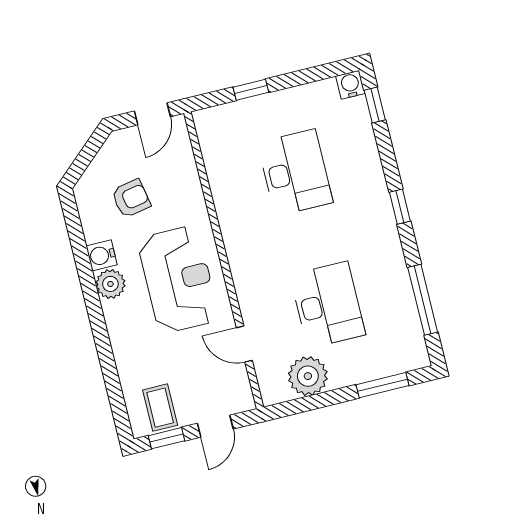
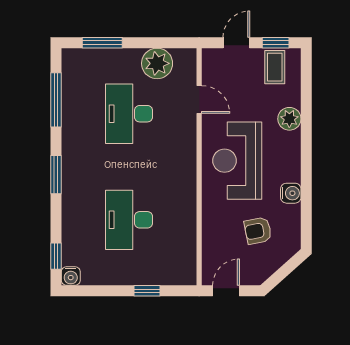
window: (400, 207) -> (56, 175), width x1.50
plant: (110, 284) -> (289, 119), moved

